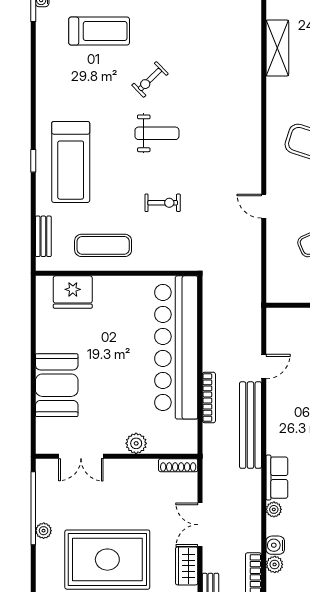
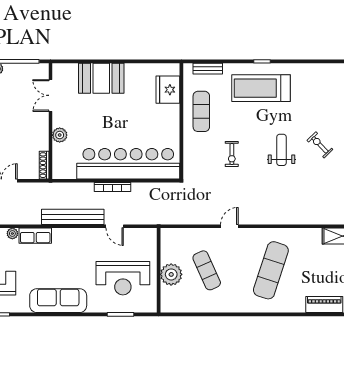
weight bench: (157, 133) -> (281, 150), turned 180
bookcase: (209, 398) -> (112, 187), moved

